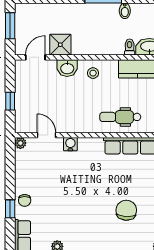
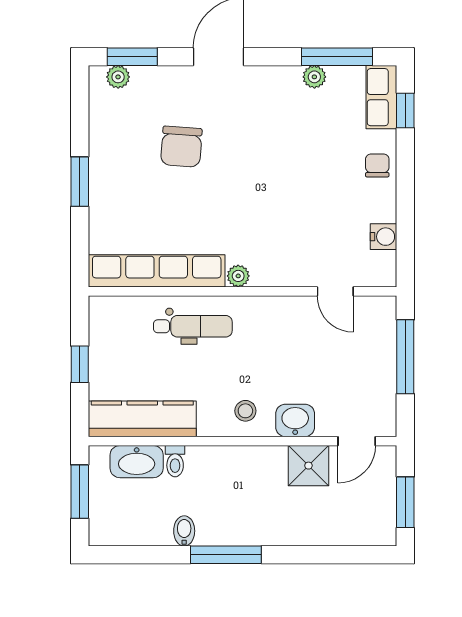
window: (10, 101) -> (405, 357), width x2.17
plant: (20, 143) -> (238, 276), moved
water cooler: (70, 144) -> (384, 237), moved, turned -90
window: (10, 209) -> (405, 111), moved

